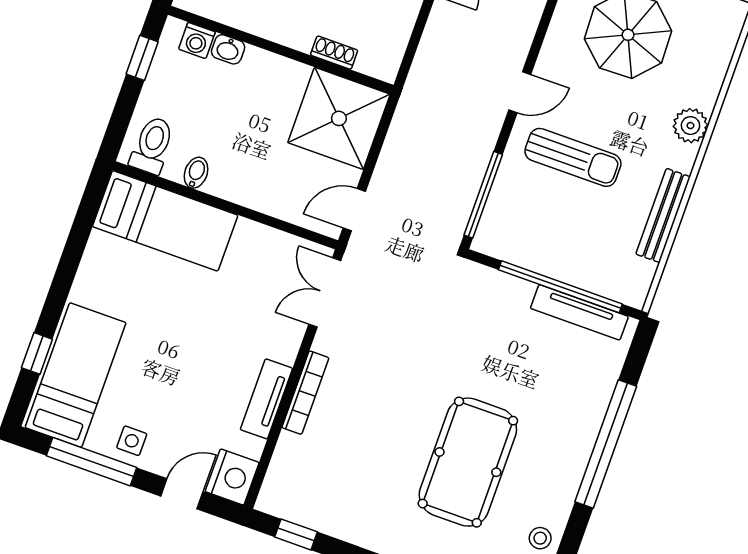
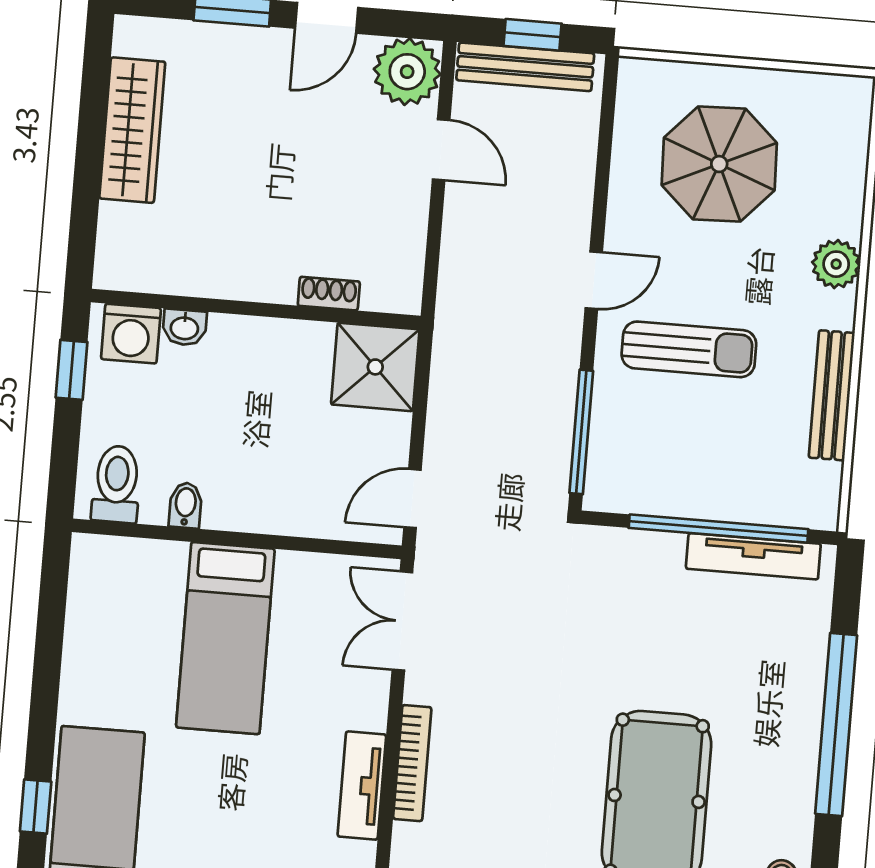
washing machine: (197, 41) -> (131, 334), width x1.38, depth x1.38
shower: (339, 118) -> (375, 367), width x0.73, depth x0.73
bed: (165, 221) -> (225, 638), moved, turned 90

